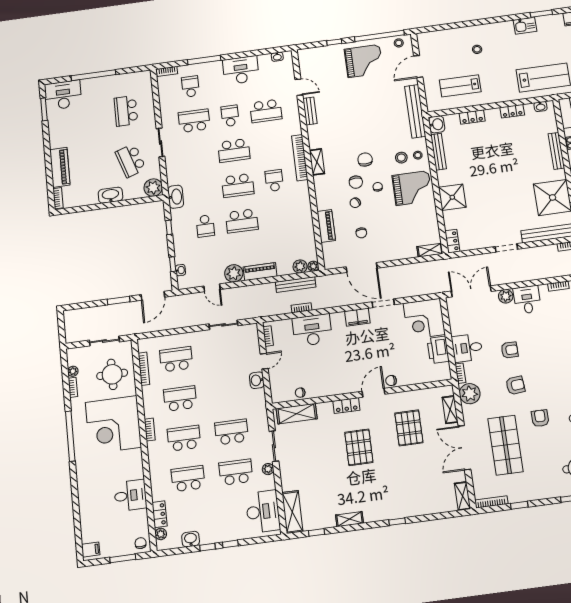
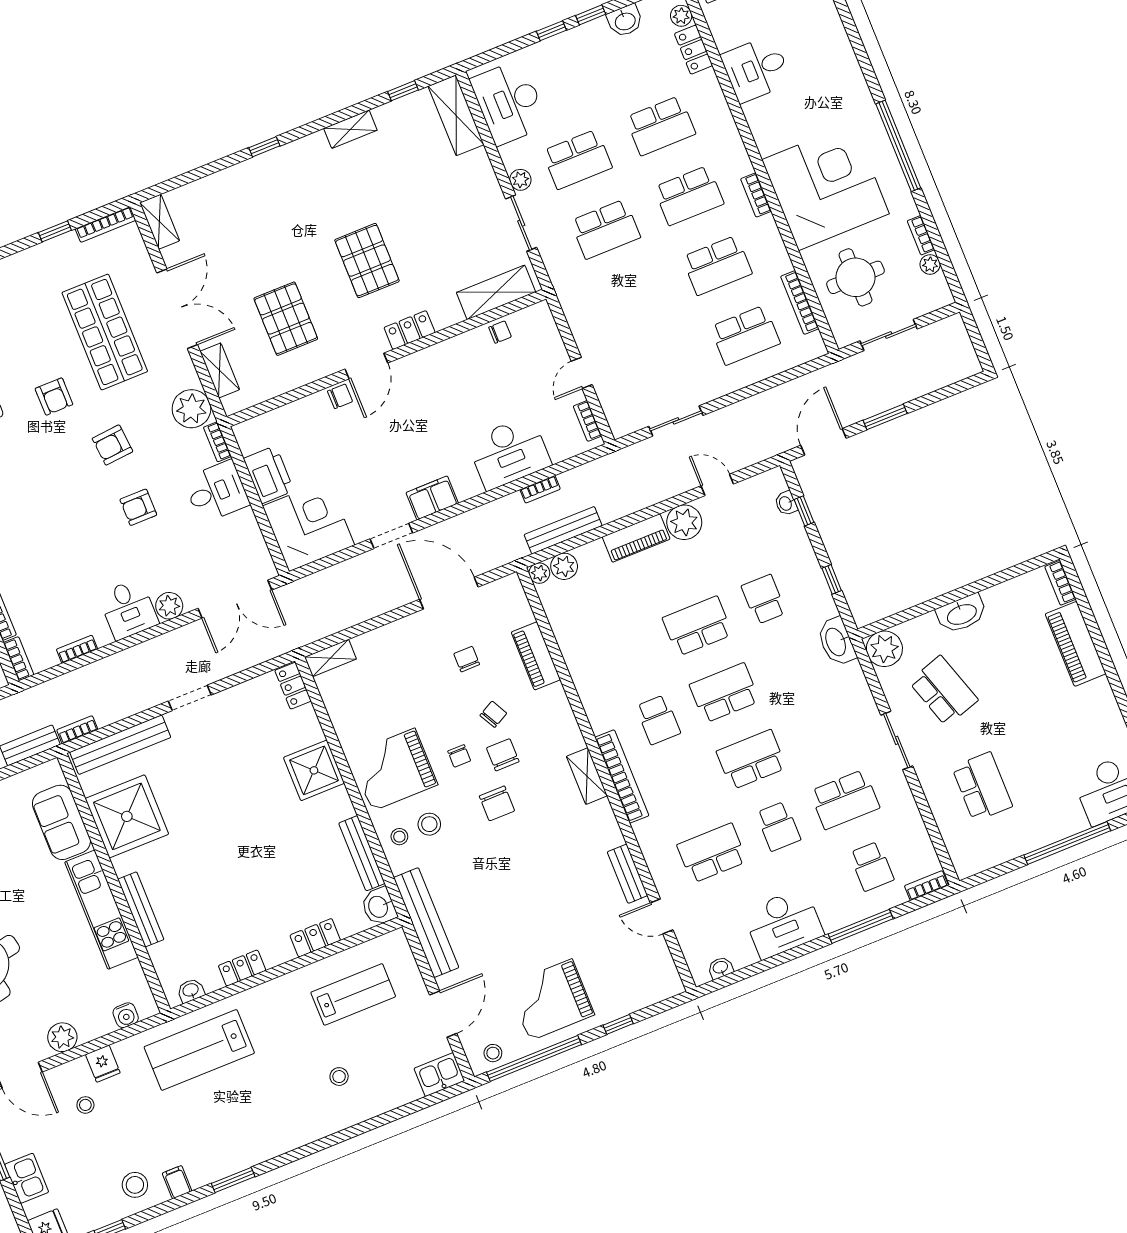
kitchen sink: (525, 26) -> (439, 1075), moved
washbasin: (257, 380) -> (585, 334), removed

